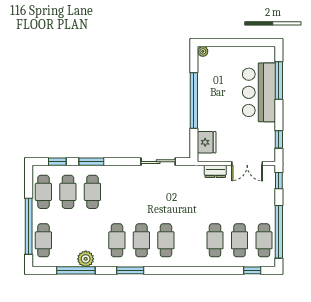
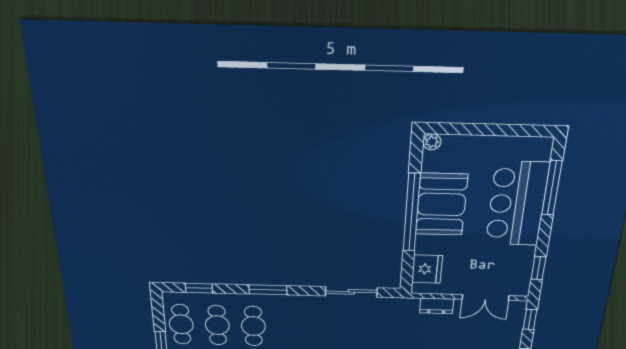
booth: (212, 94) -> (441, 204), added
window: (91, 162) -> (268, 290), moved

